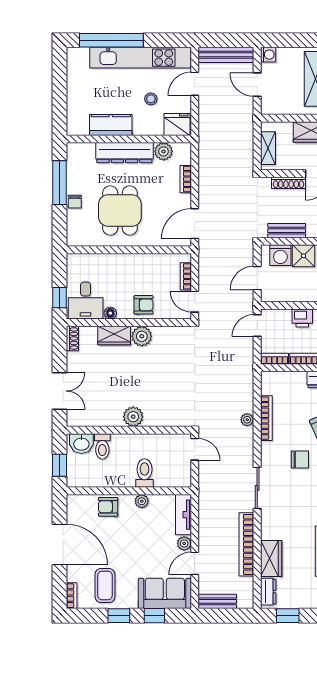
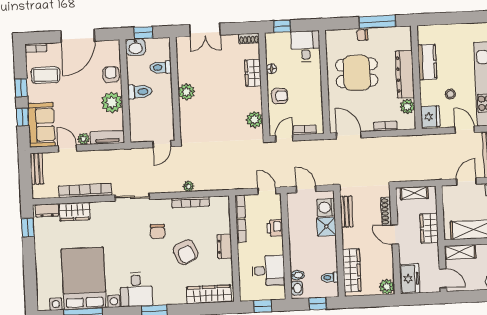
desk: (86, 301) -> (306, 46), moved, turned 90
armchair: (144, 305) -> (280, 96), turned -90
plant: (142, 336) -> (255, 120), moved
washbasin: (81, 444) -> (135, 47), moved, turned -90
toilet: (145, 473) -> (140, 92), moved
plant: (142, 501) -> (112, 102), width x1.88, depth x1.88

